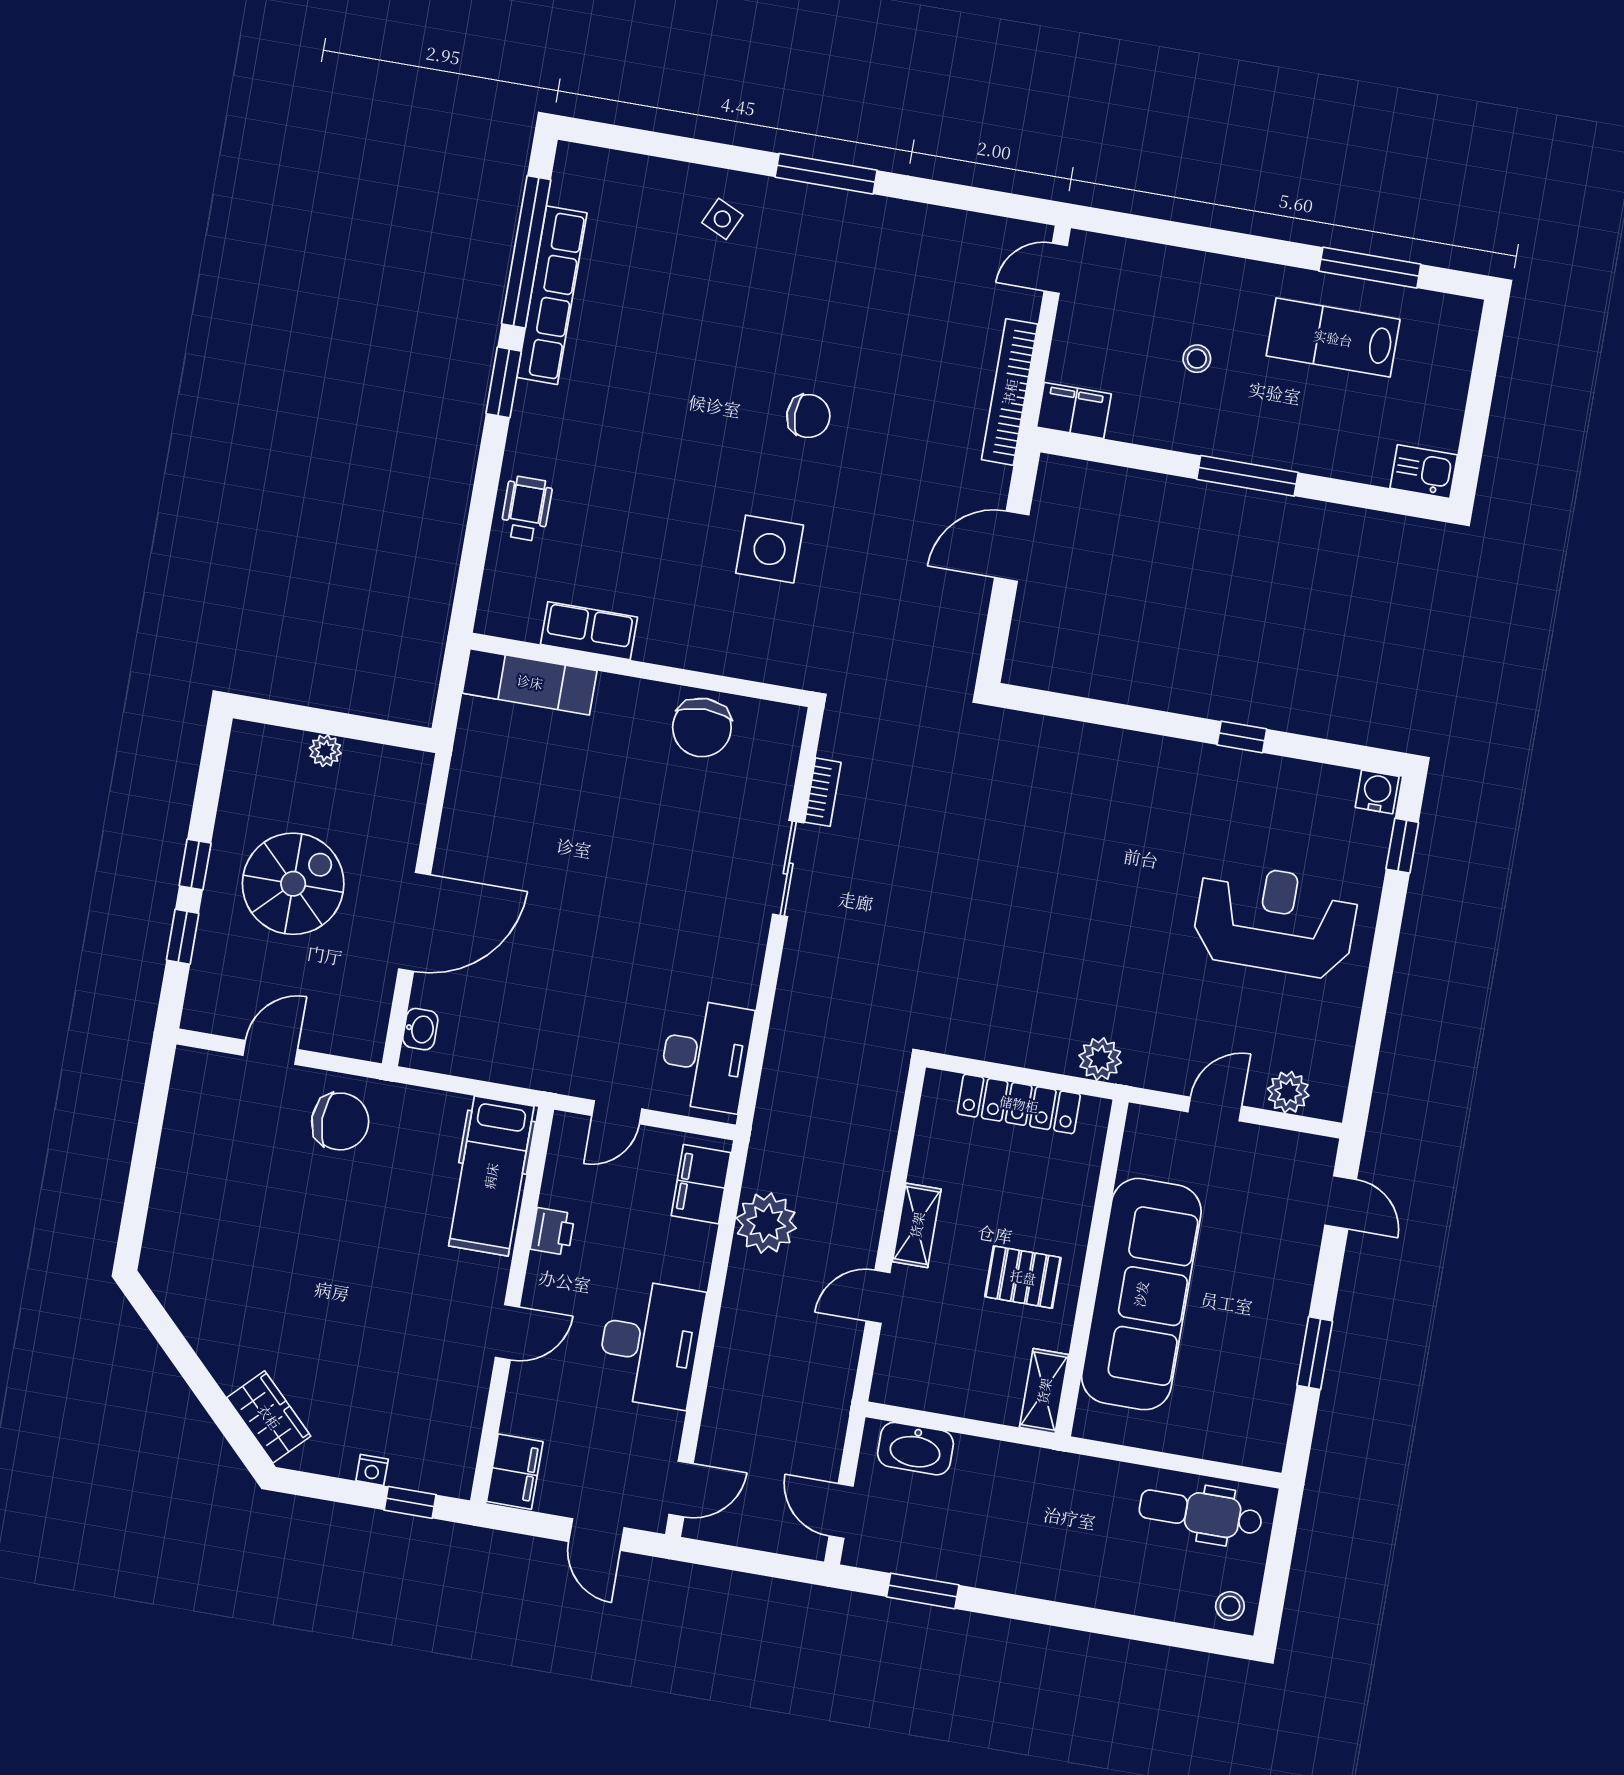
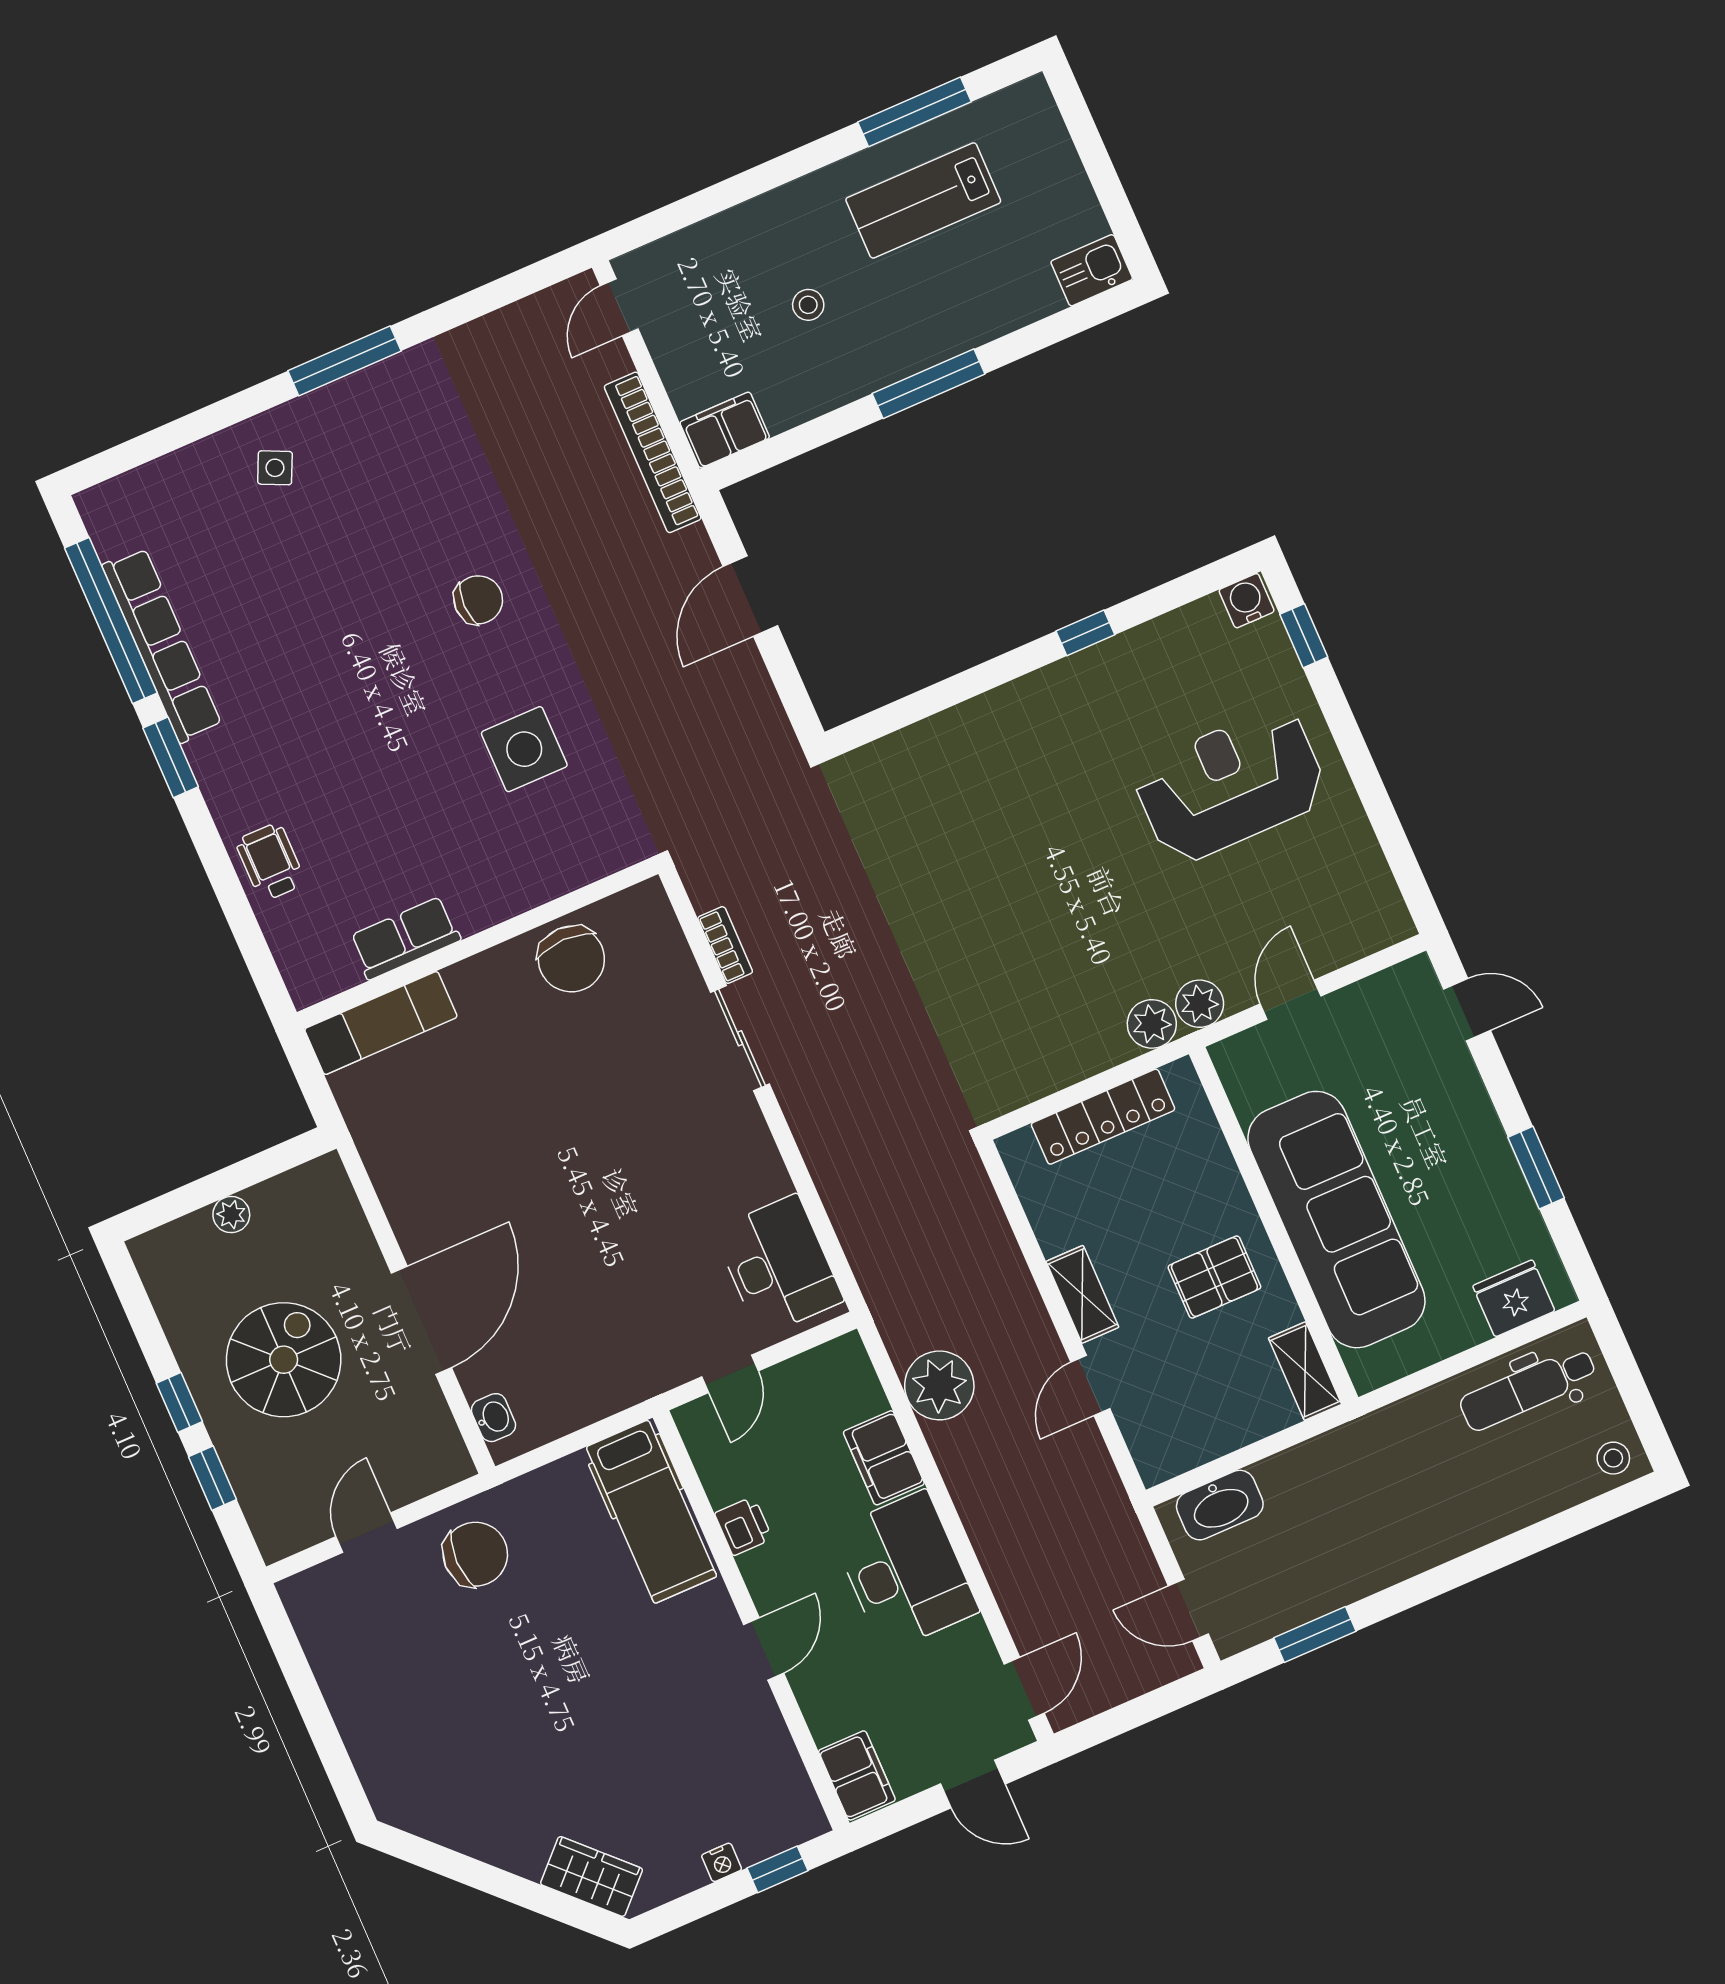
plant: (1288, 1092) -> (1200, 1004), moved
filing cabinet: (701, 1184) -> (884, 1458), moved
fridge: (1234, 1439) -> (1514, 1298), added

